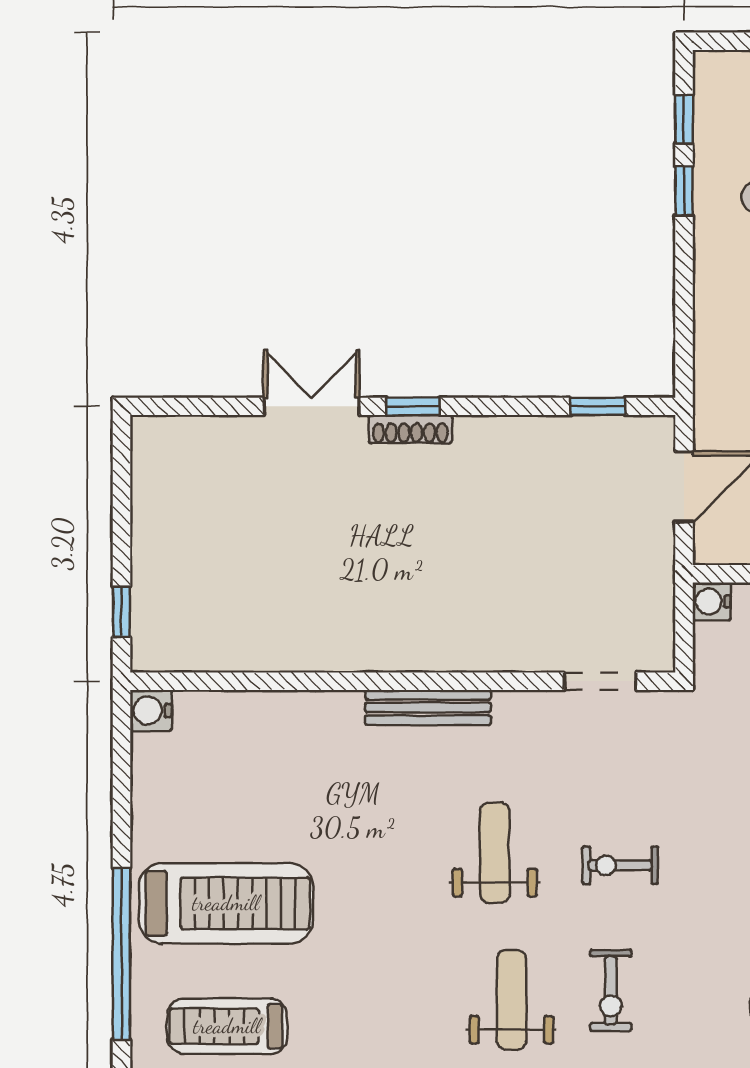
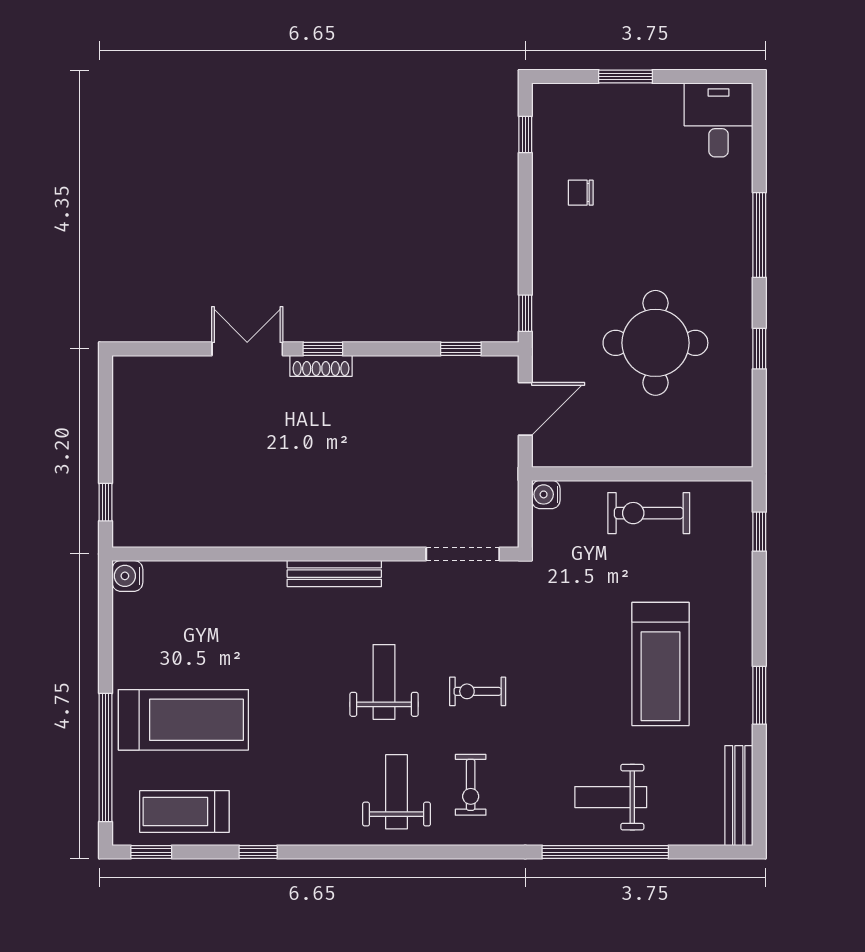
window: (684, 191) -> (525, 313), moved
doorway: (600, 681) -> (463, 554), width x1.38

